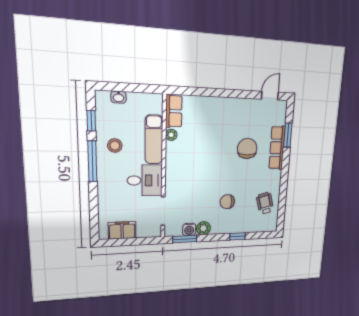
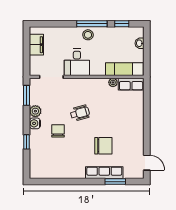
exam couch: (154, 139) -> (124, 69), moved
stool: (115, 146) -> (88, 35), moved
wheelchair: (265, 203) -> (80, 113), moved
water cooler: (189, 229) -> (35, 123), moved

